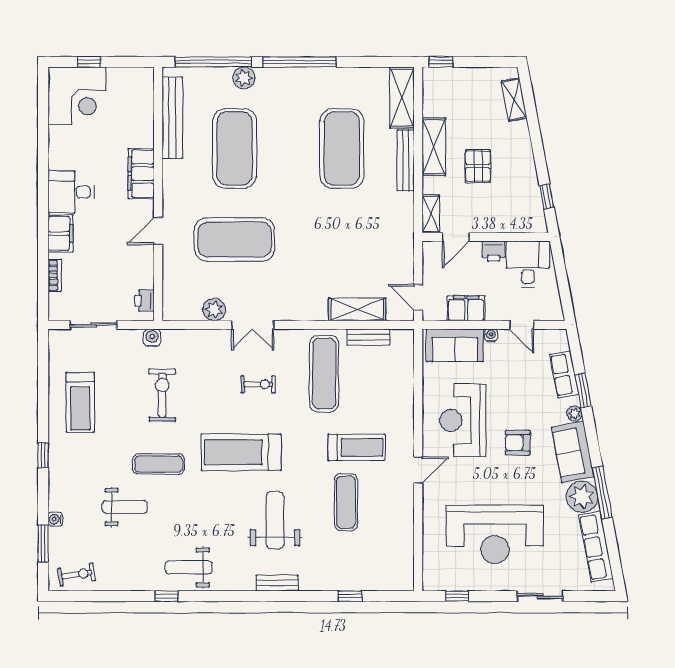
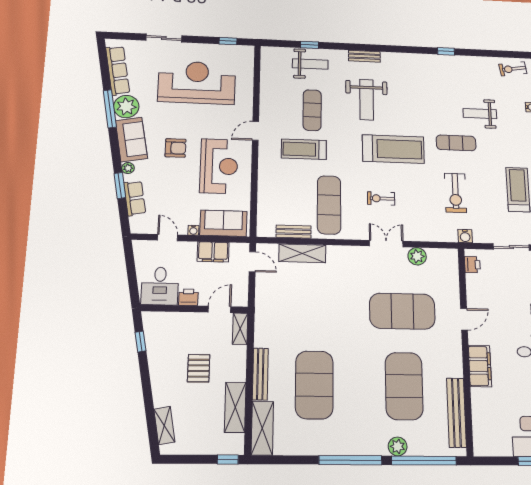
shelving: (434, 147) -> (235, 407), moved
weight bench: (189, 567) -> (310, 64), moved

